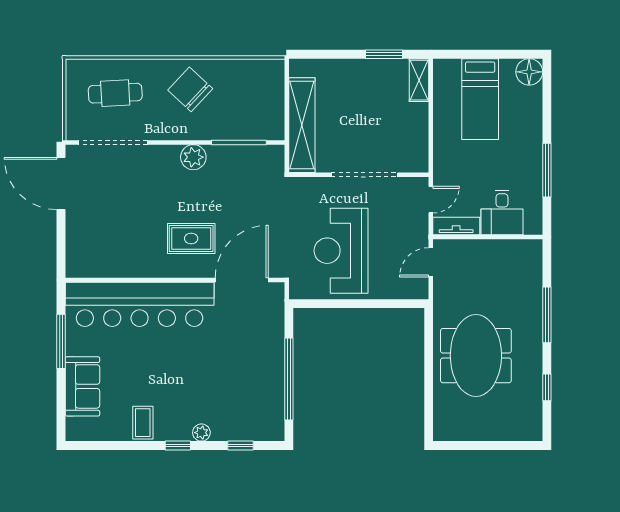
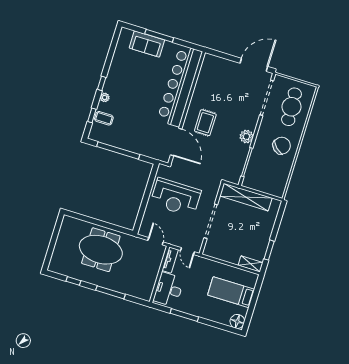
cafe table: (115, 93) -> (292, 107), width x1.37, depth x1.35
desk: (502, 212) -> (169, 289), width x1.37
reception desk: (341, 251) -> (176, 197), turned 180
window: (61, 341) -> (159, 36), moved
coffee table: (143, 423) -> (104, 118), moved

